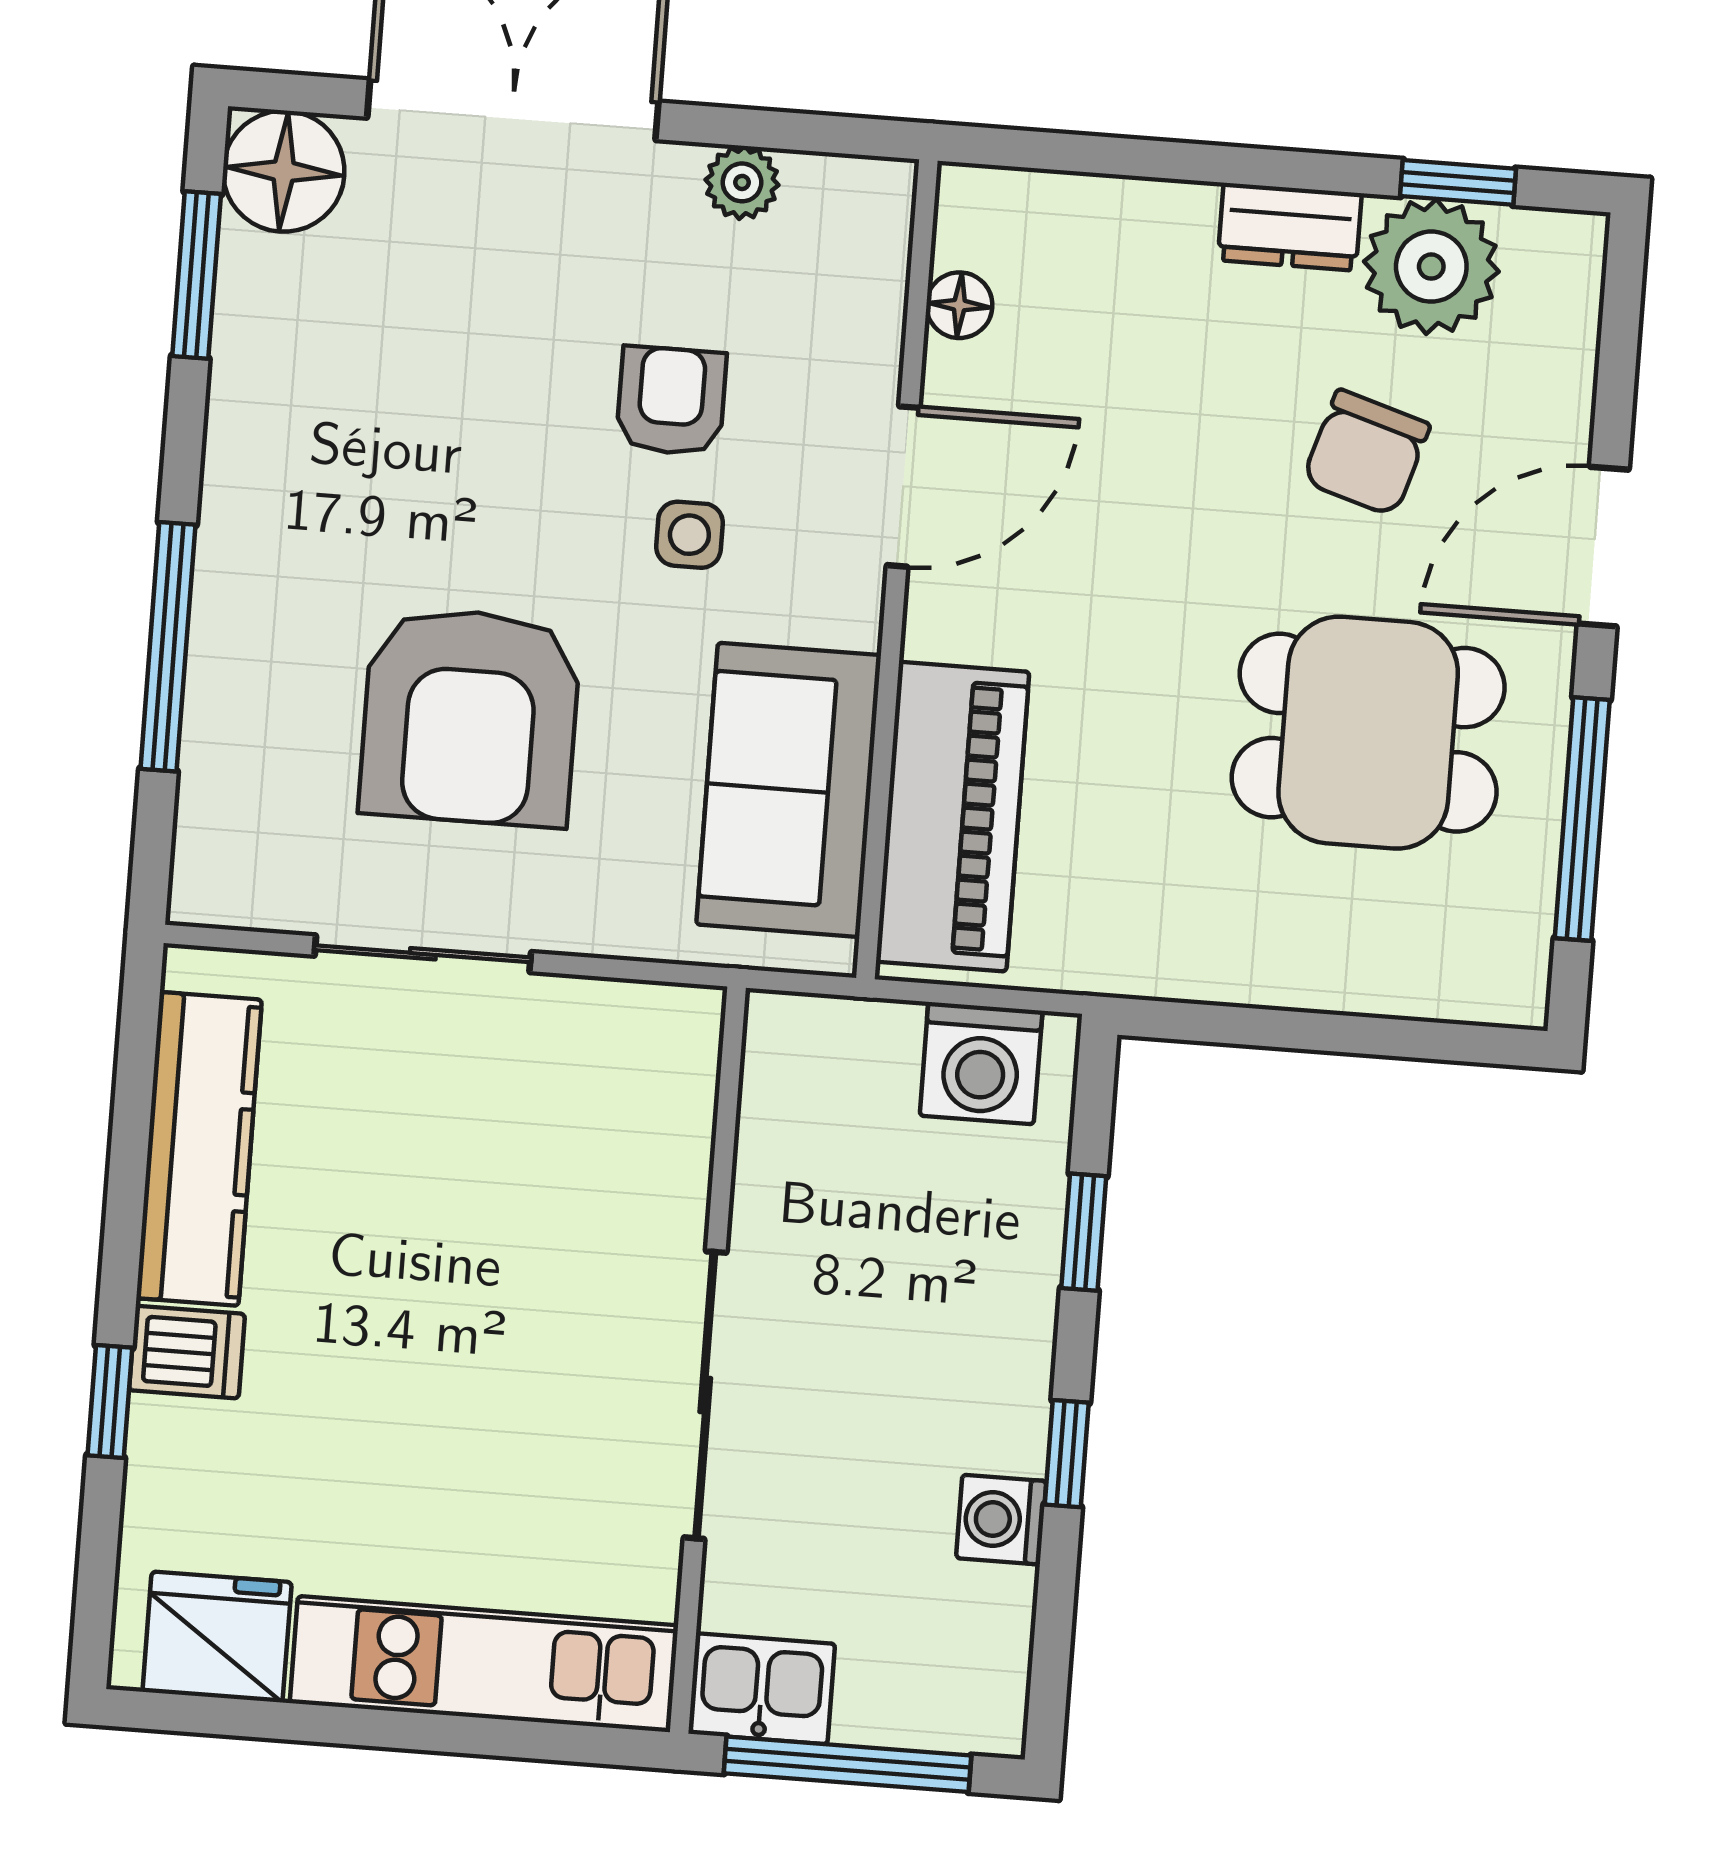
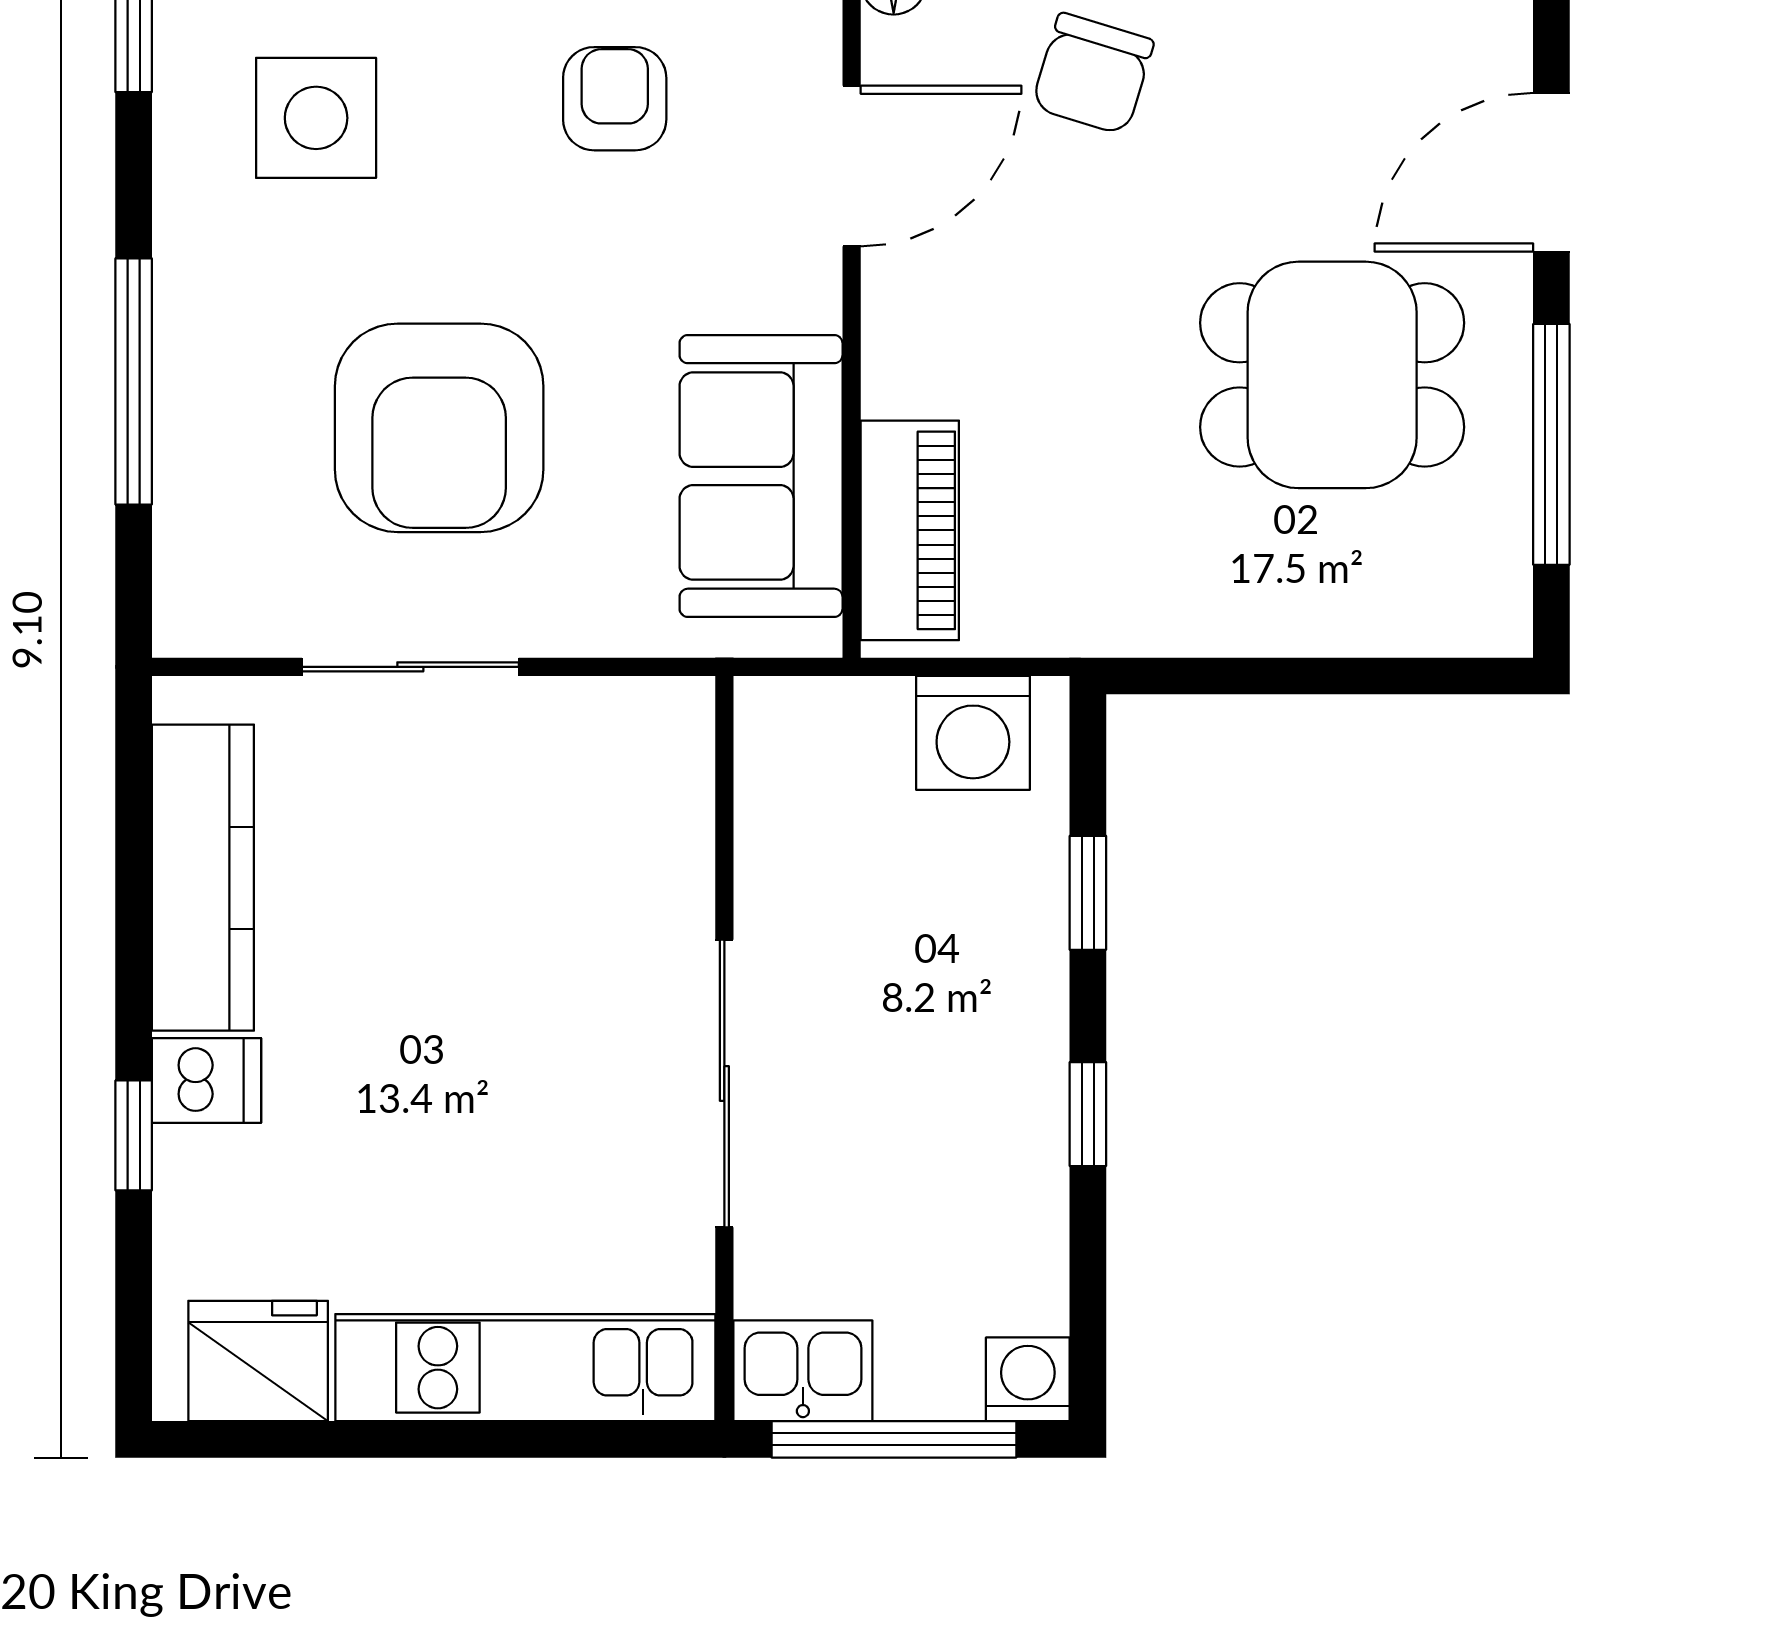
chair: (1366, 453) -> (1093, 74), moved
side table: (689, 535) -> (316, 118), moved, width x1.87, depth x1.87
piano: (953, 817) -> (910, 530), width x0.73, depth x0.75
washing machine: (1001, 1520) -> (1028, 1379), moved, turned 90

